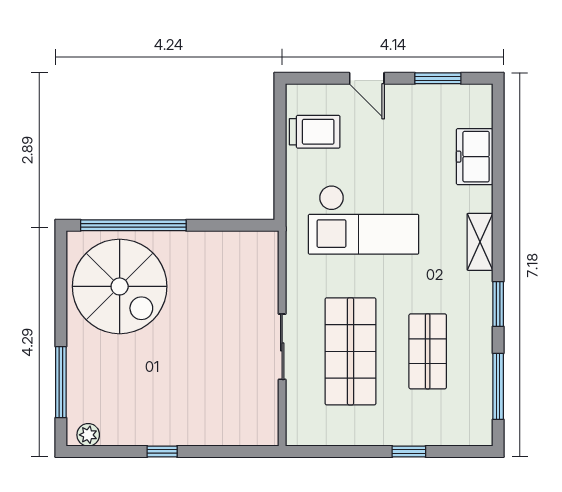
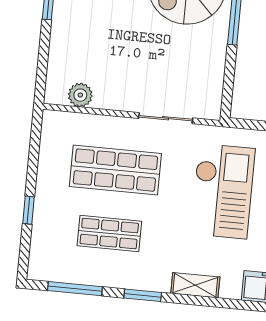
checkout: (364, 220) -> (223, 191), turned 180
sliding door: (282, 347) -> (166, 118), moved
plant: (264, 402) -> (80, 95), added

